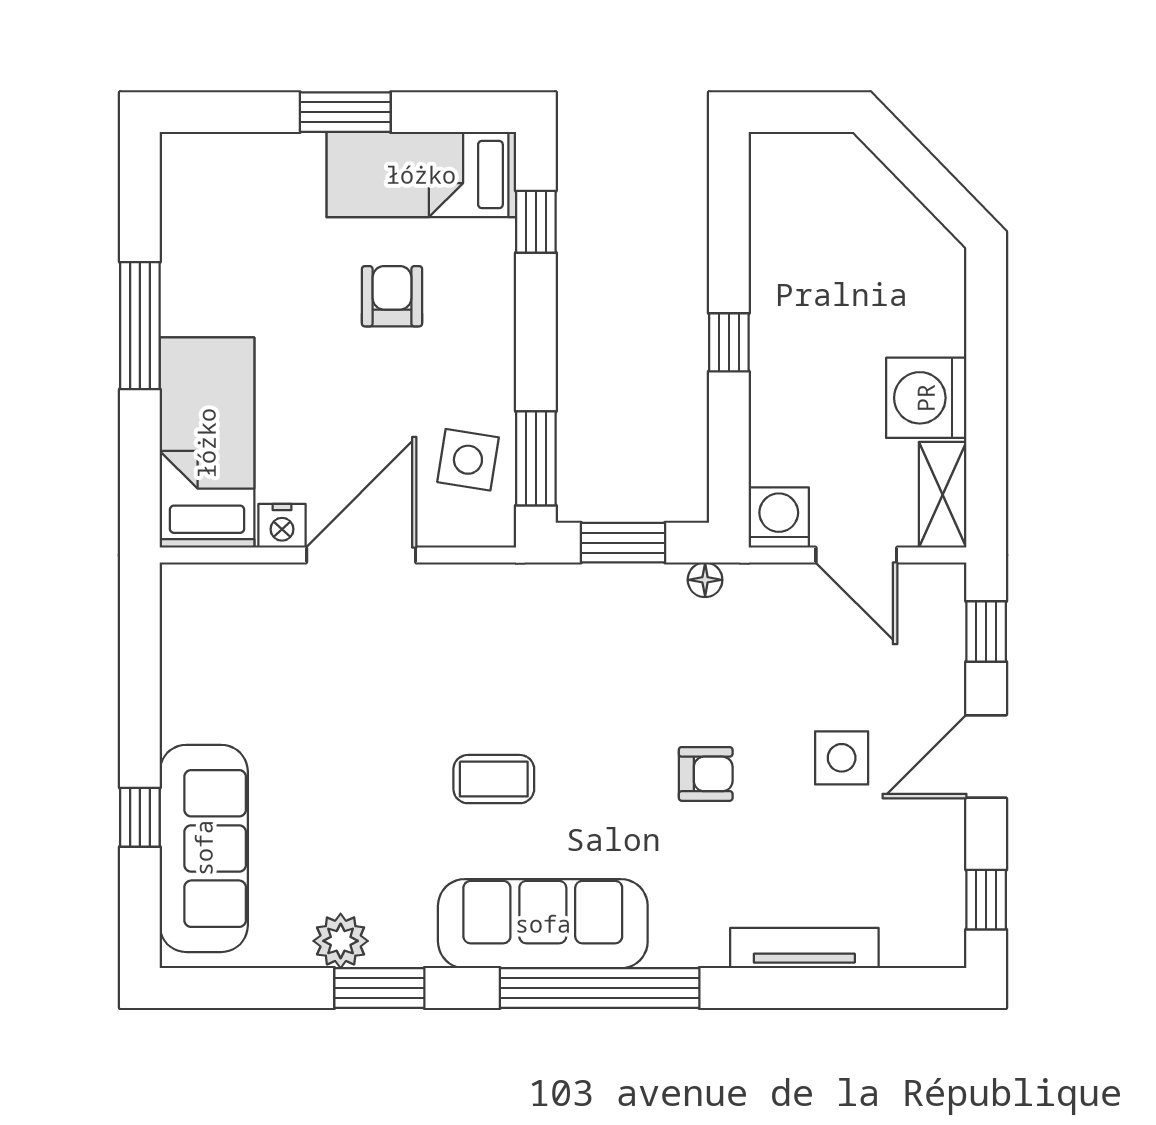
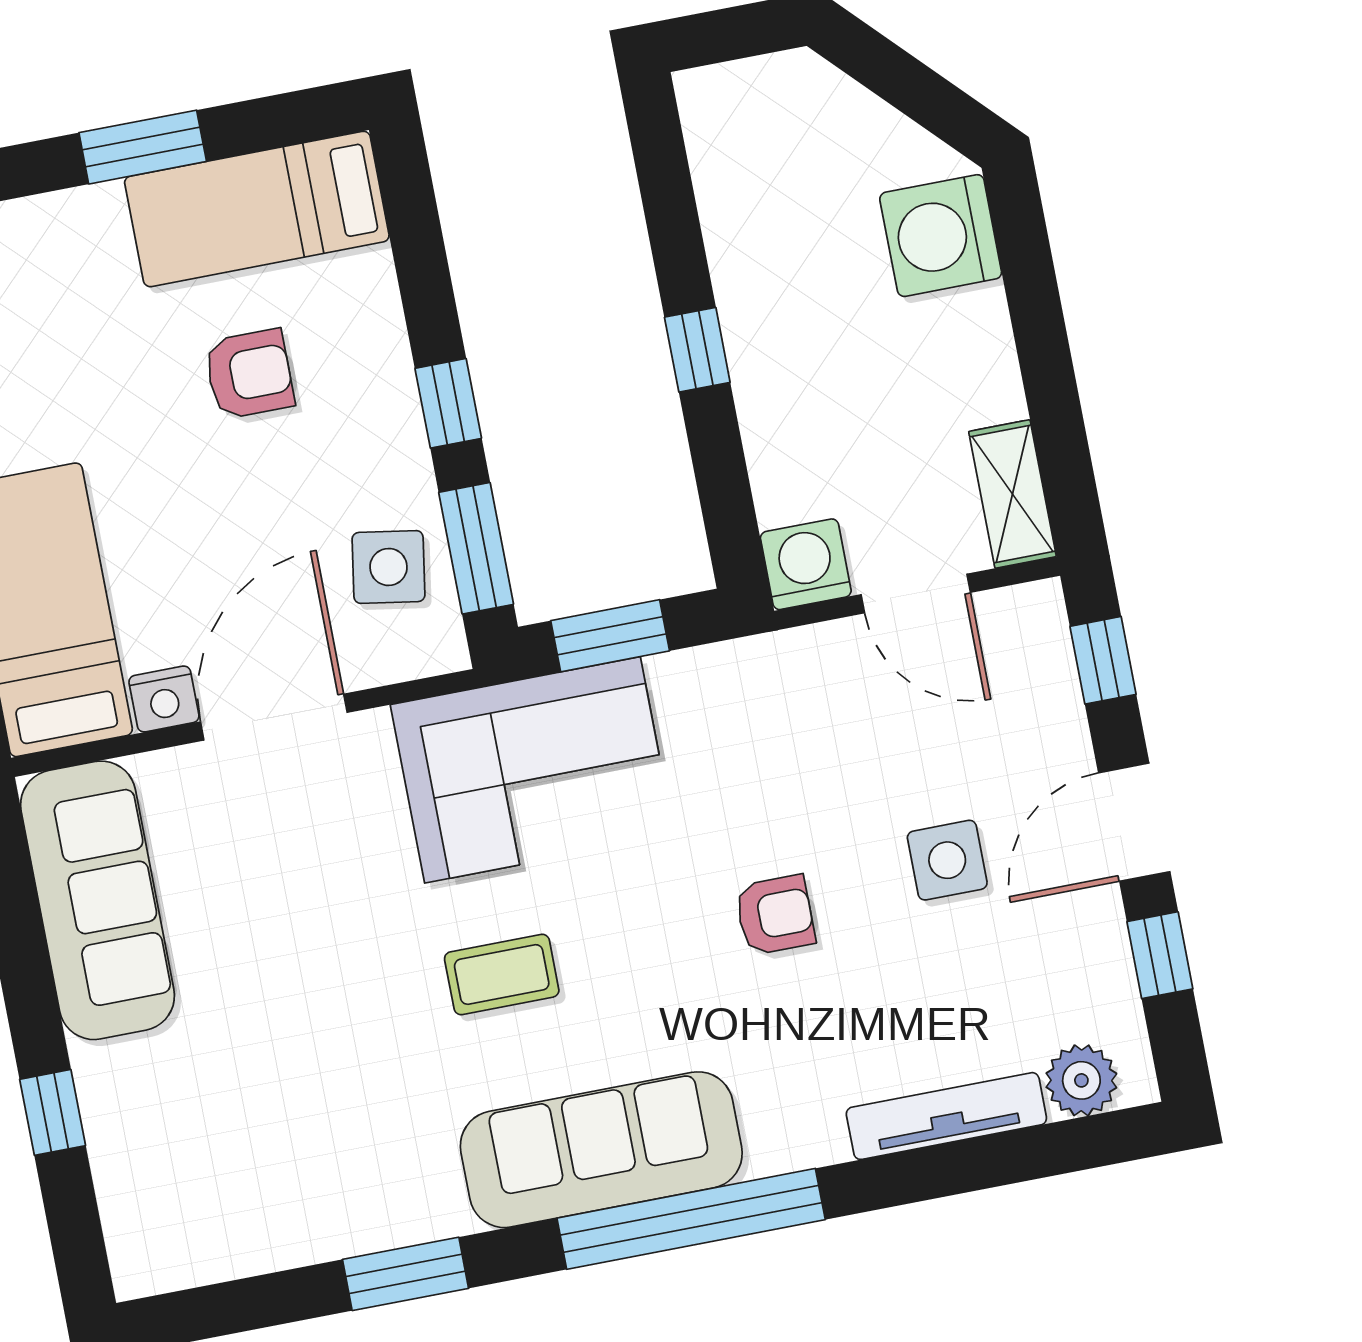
window: (536, 222) -> (448, 403), moved
armchair: (392, 296) -> (249, 374), turned 90
washing machine: (926, 398) -> (941, 236), moved
floor lamp: (705, 580) -> (726, 663), removed
corner sofa: (546, 631) -> (532, 770), added
sofa: (204, 848) -> (98, 900), moved
window: (986, 900) -> (1160, 955), moved
plant: (341, 941) -> (1081, 1080), moved

